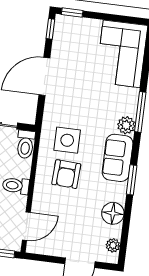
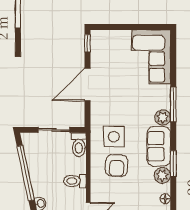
window: (72, 13) -> (104, 27), removed
plant: (117, 192) -> (162, 175), added
floor lamp: (113, 213) -> (165, 199), width x0.53, depth x0.53

